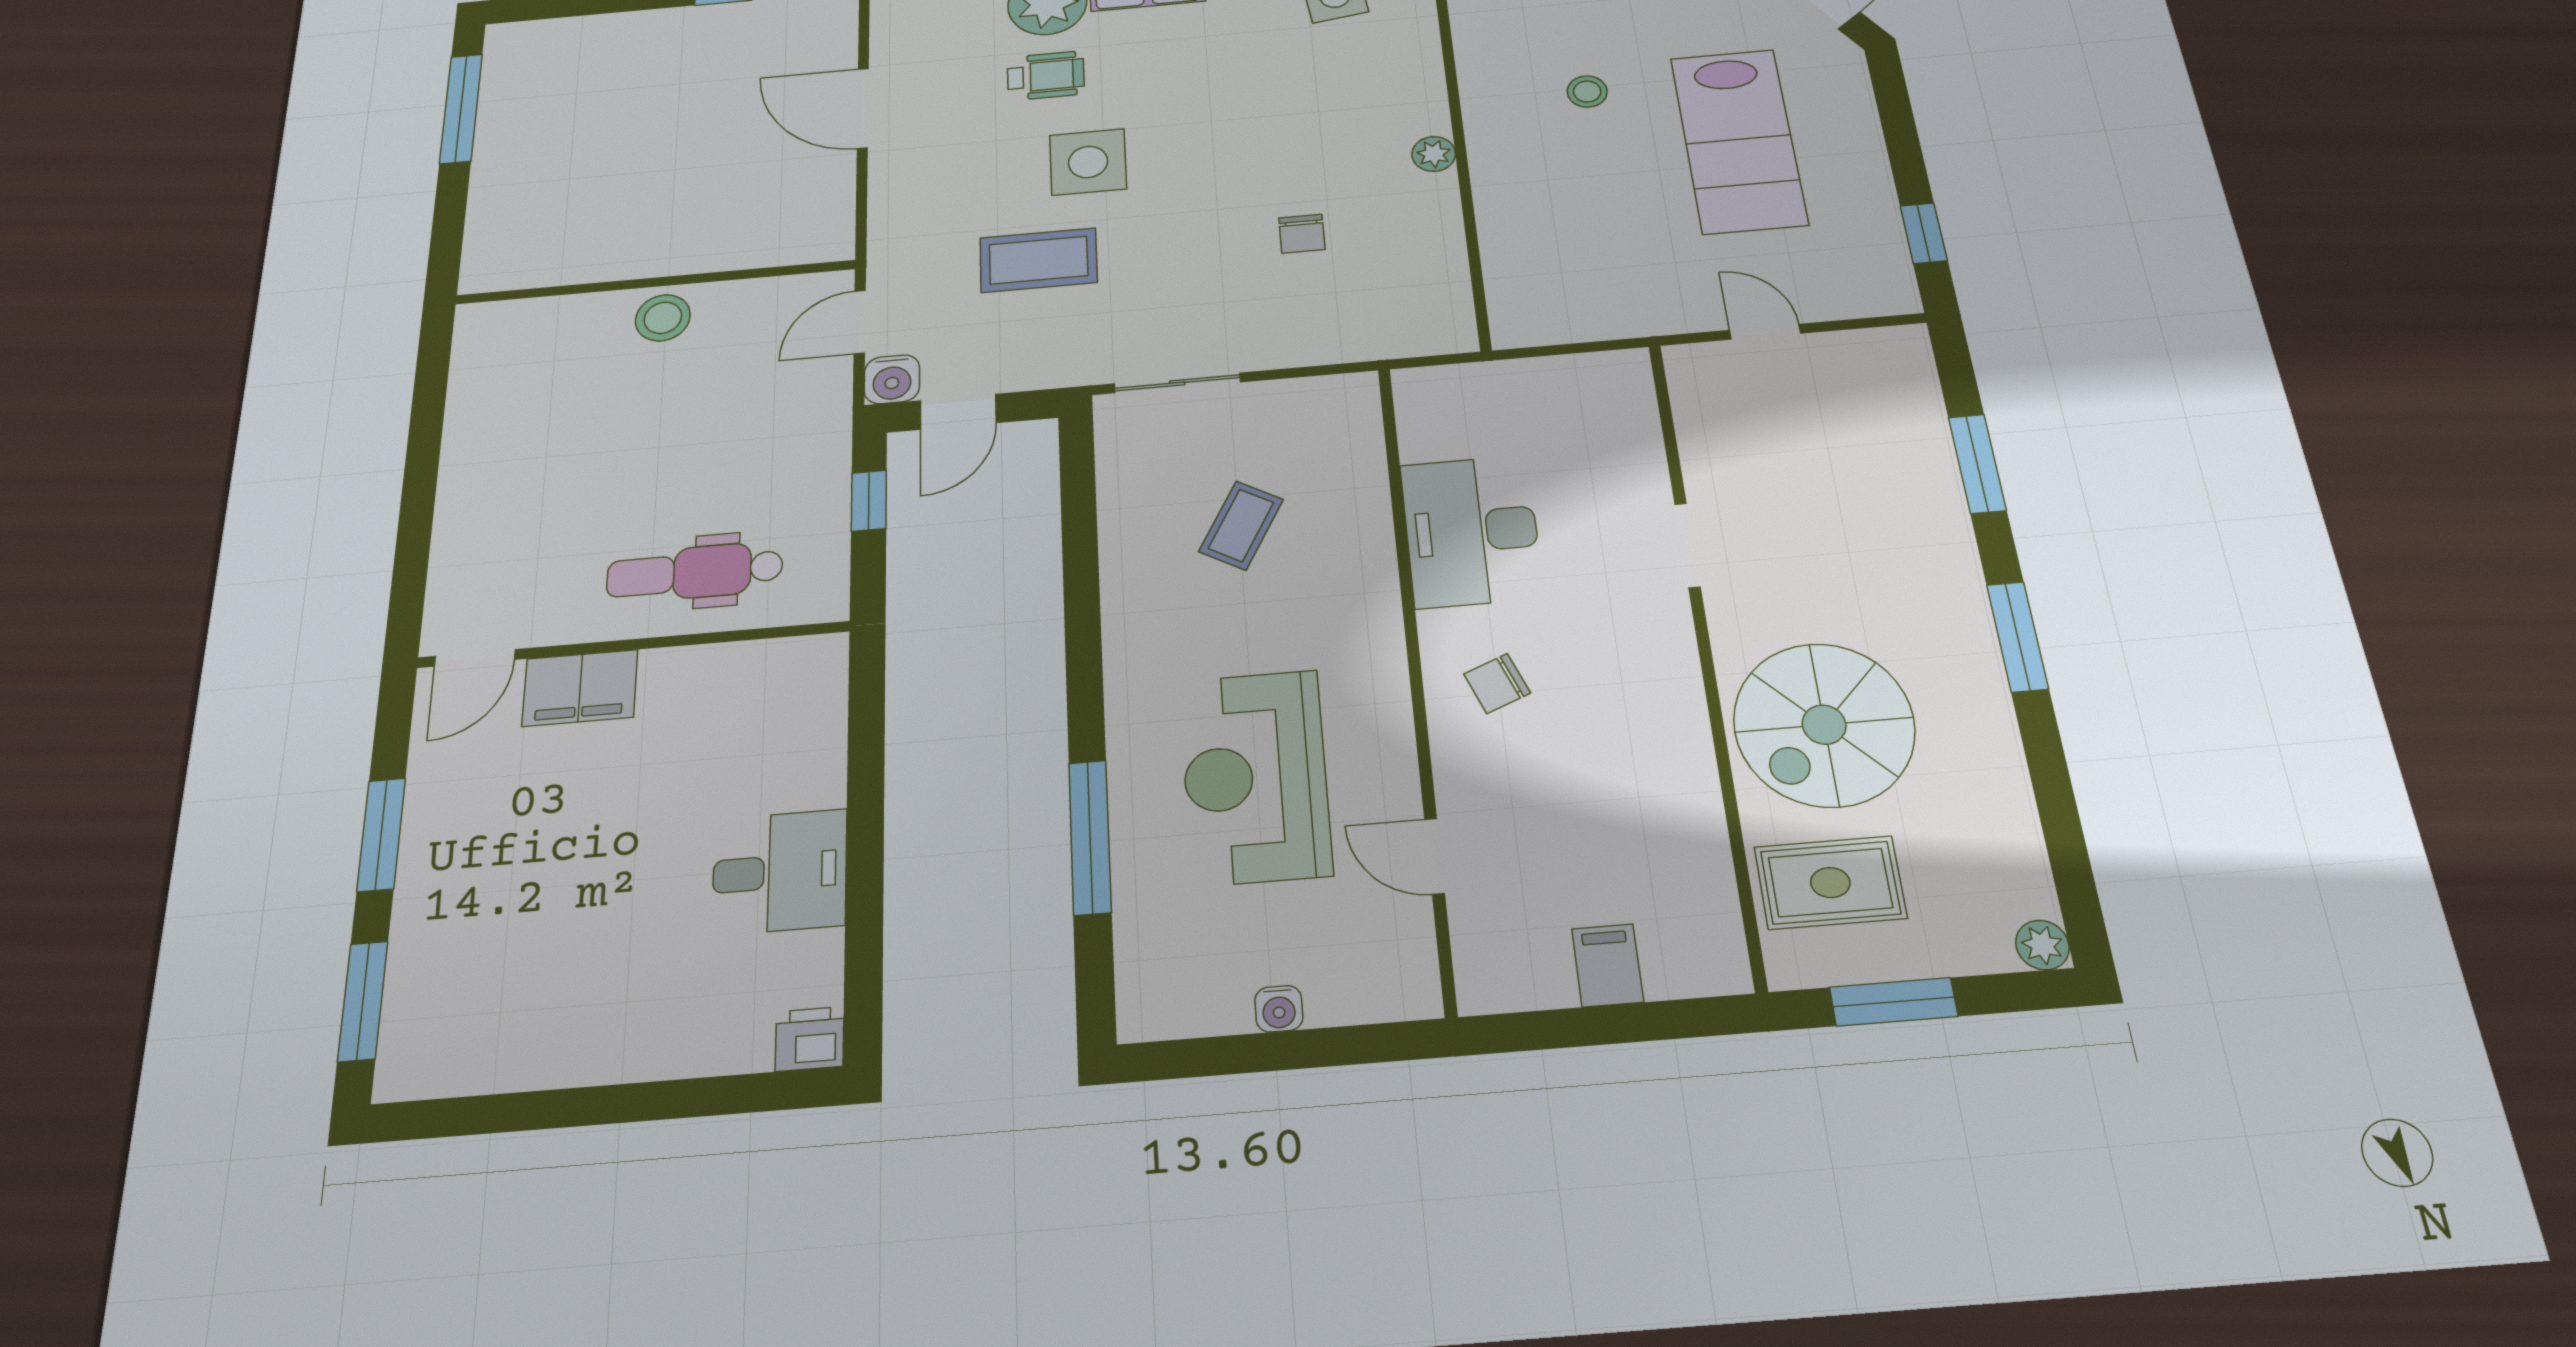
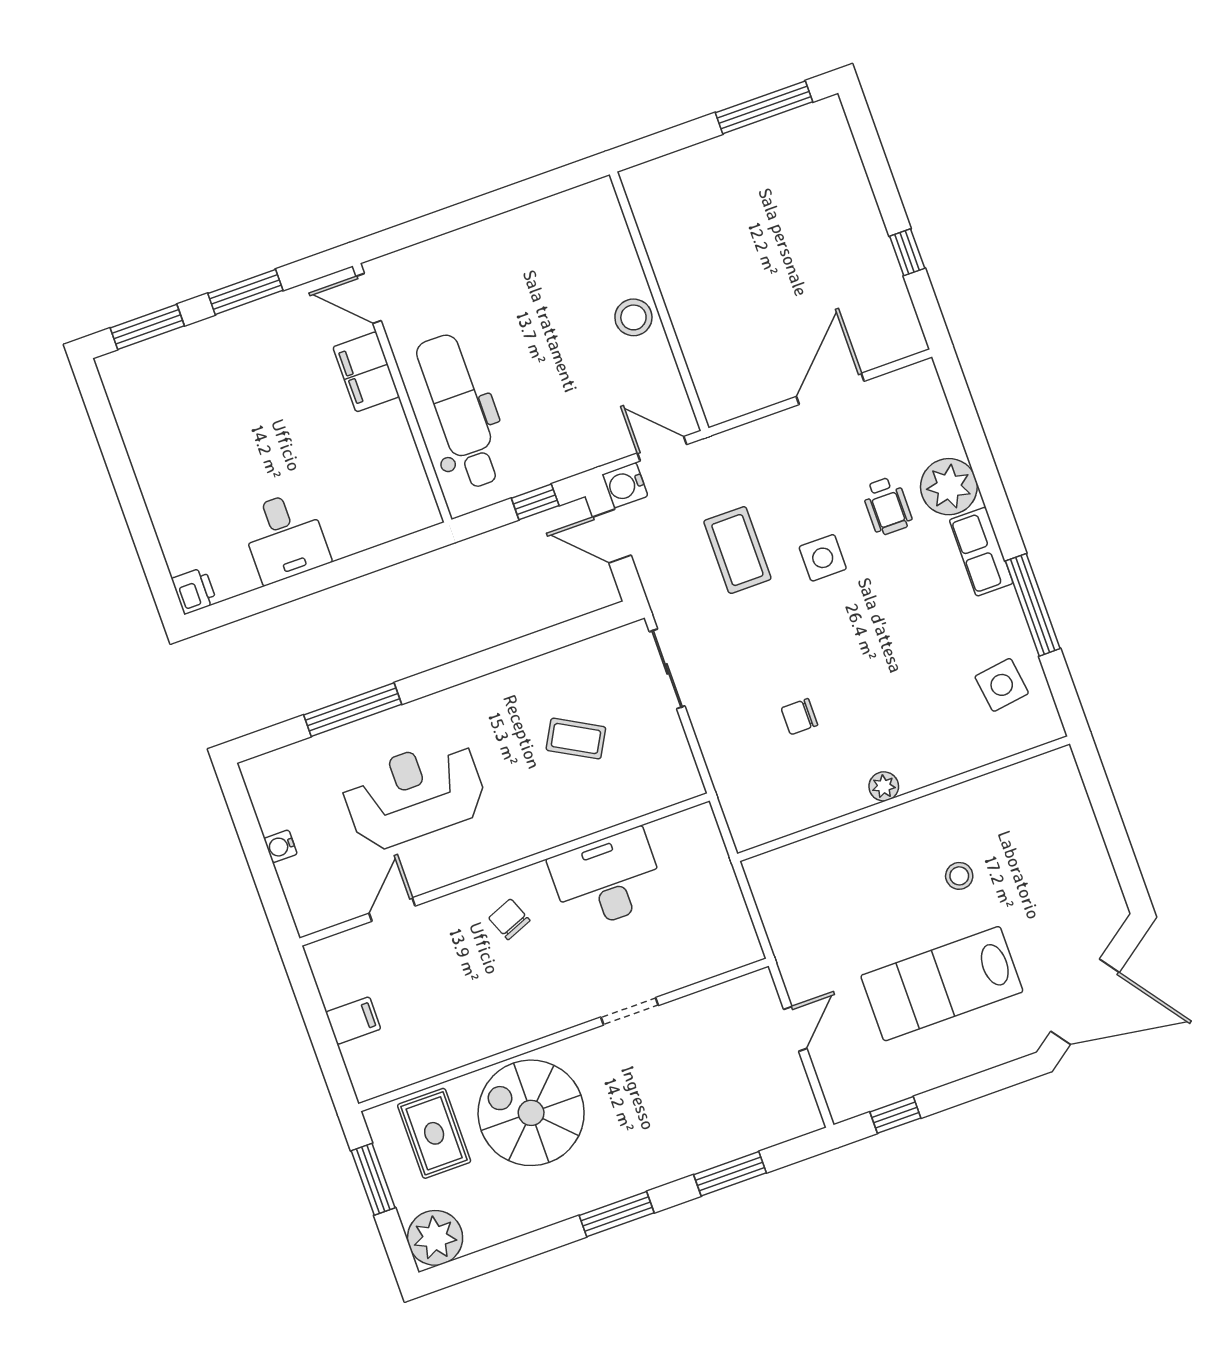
side table: (1088, 162) -> (823, 558), width x0.73, depth x0.73
dental chair: (695, 572) -> (459, 411), width x1.36, depth x1.38
plant: (2042, 945) -> (435, 1238), width x1.87, depth x1.87

